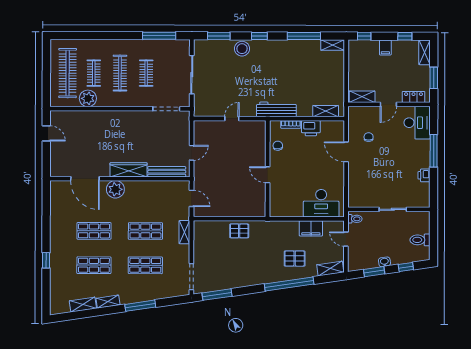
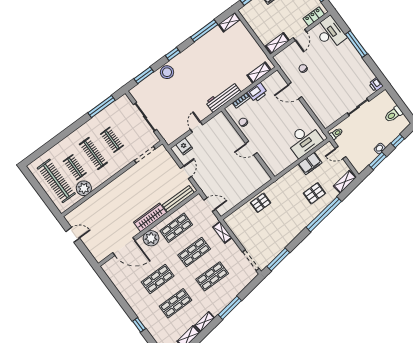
fridge: (208, 128) -> (184, 146), added
printer: (424, 175) -> (376, 85), moved
shop shelf: (145, 197) -> (176, 228), added

